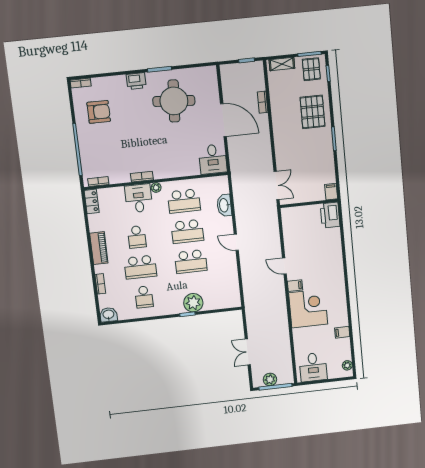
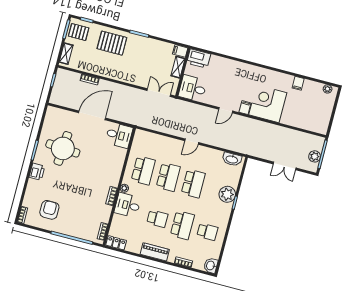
shelving: (312, 196) -> (178, 67), added
washbasin: (224, 205) -> (232, 159), moved
desk: (313, 367) -> (193, 88), moved, turned 180

